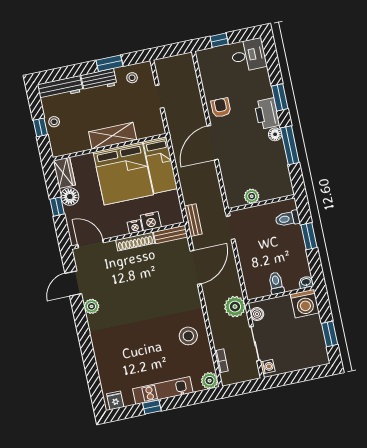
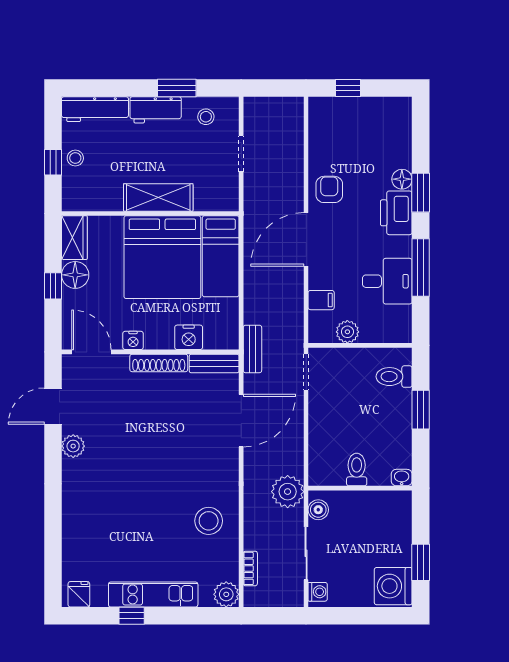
desk: (249, 55) -> (387, 281), moved
floor lamp: (275, 134) -> (402, 179), moved
filing cabinet: (231, 179) -> (321, 300), added
nightstand: (135, 227) -> (133, 340), moved
washing machine: (305, 303) -> (393, 586), moved, turned 90

